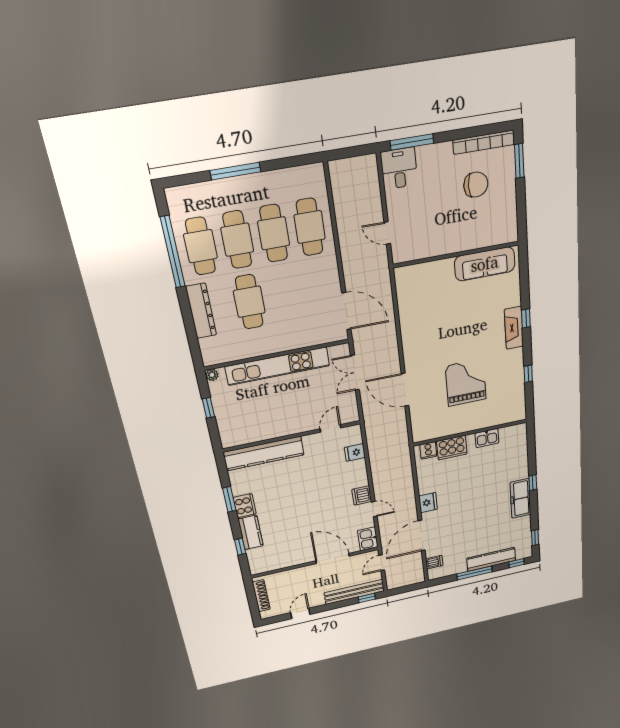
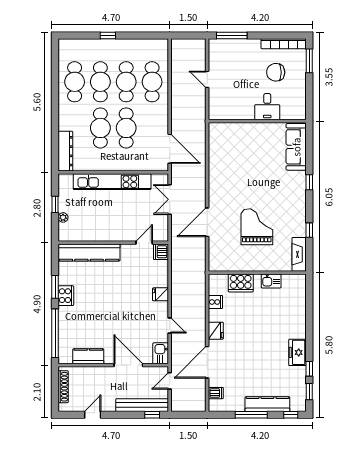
desk: (399, 168) -> (267, 107), moved, turned 180
window: (235, 171) -> (108, 35), width x0.46
chair: (476, 185) -> (276, 72), turned 180
door: (387, 233) -> (207, 79), moved
window: (173, 252) -> (55, 82), removed
sofa: (485, 264) -> (296, 147), moved, turned 90
cafe table: (284, 295) -> (126, 128), added
dresser: (201, 311) -> (65, 151), moved
fireplace: (514, 328) -> (299, 254), moved
plant: (212, 375) -> (63, 217), moved
door: (405, 390) -> (207, 222), hinge flipped
cooker: (428, 450) -> (215, 302), moved, turned -90
fridge: (355, 452) -> (161, 294), moved
window: (533, 483) -> (309, 369), moved
dishwasher: (362, 496) -> (161, 252), moved
freezer: (520, 498) -> (297, 352), width x0.71
kitchen counter: (251, 532) -> (88, 356), moved, turned -90
window: (240, 547) -> (55, 333), width x3.17

